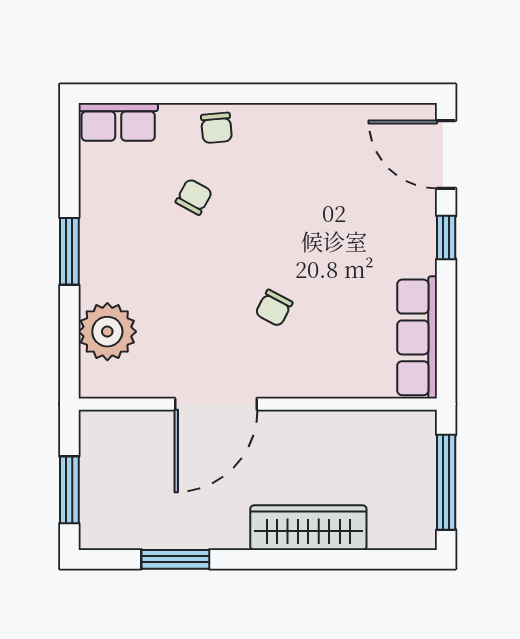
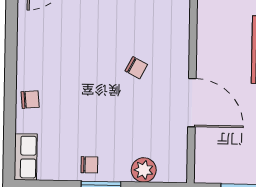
chair: (194, 197) -> (89, 165), moved, turned 151
plant: (107, 332) -> (144, 170), width x0.73, depth x0.73

